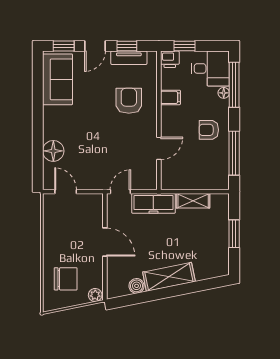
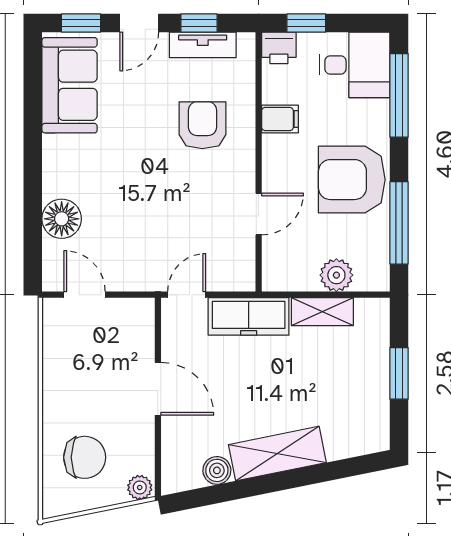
floor lamp: (224, 93) -> (380, 110), removed
armchair: (209, 130) -> (352, 180), width x1.88, depth x1.88
plant: (201, 181) -> (336, 275), added

